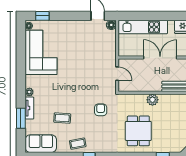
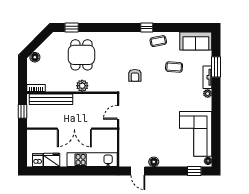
floor lamp: (111, 25) -> (154, 162), moved
door: (117, 74) -> (118, 112), hinge flipped
dining table: (138, 131) -> (81, 55), moved

